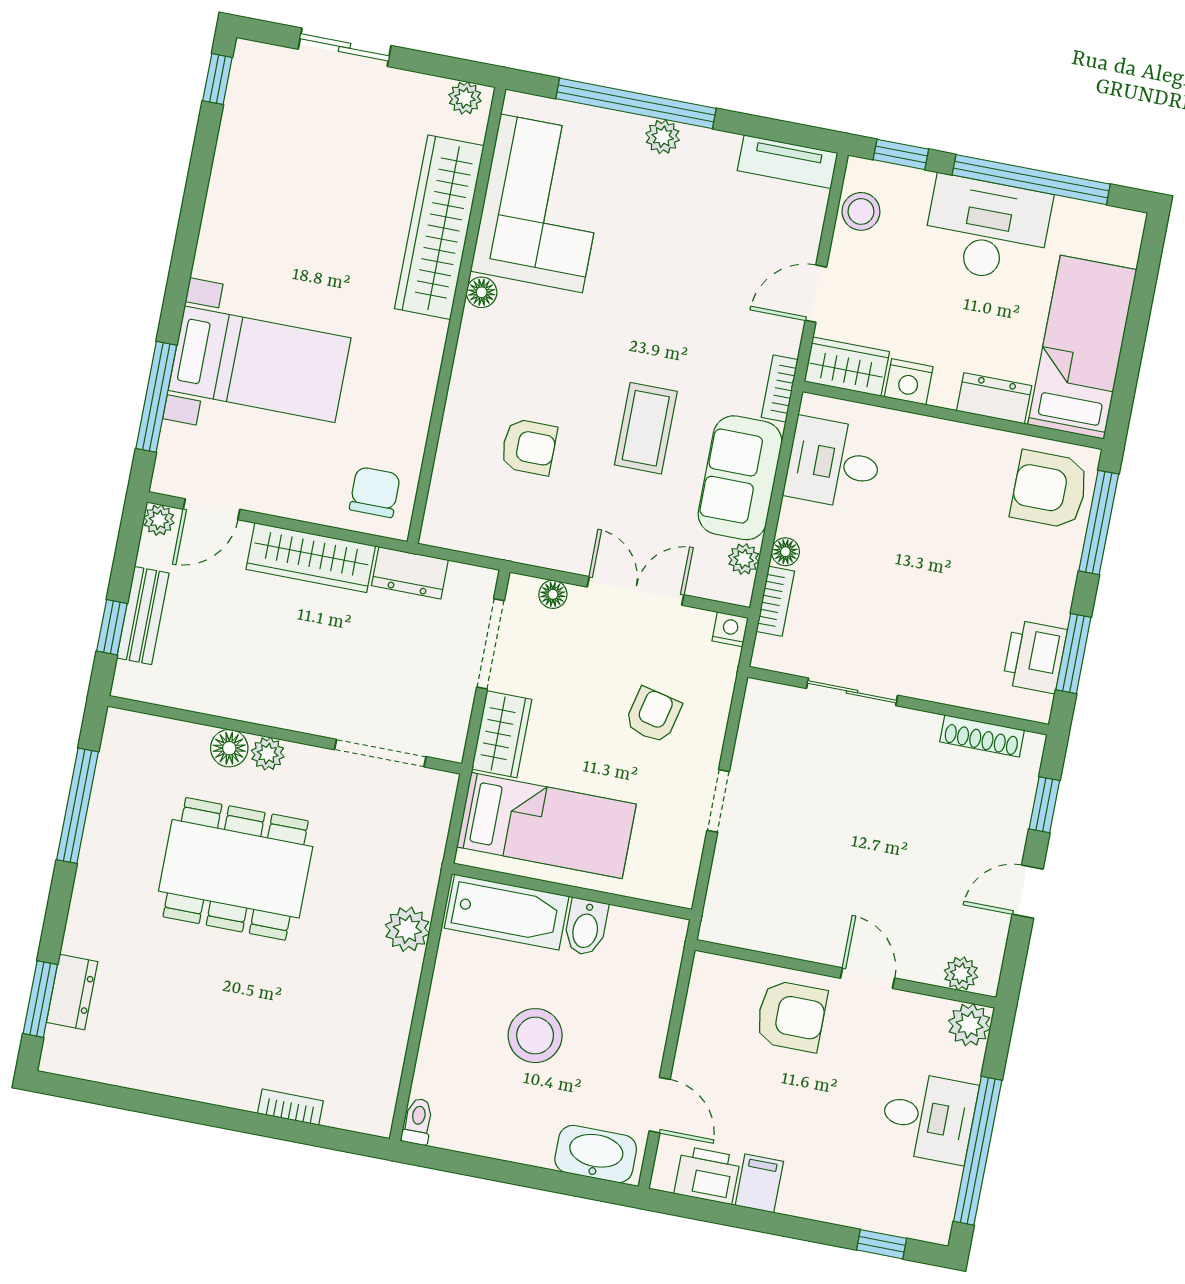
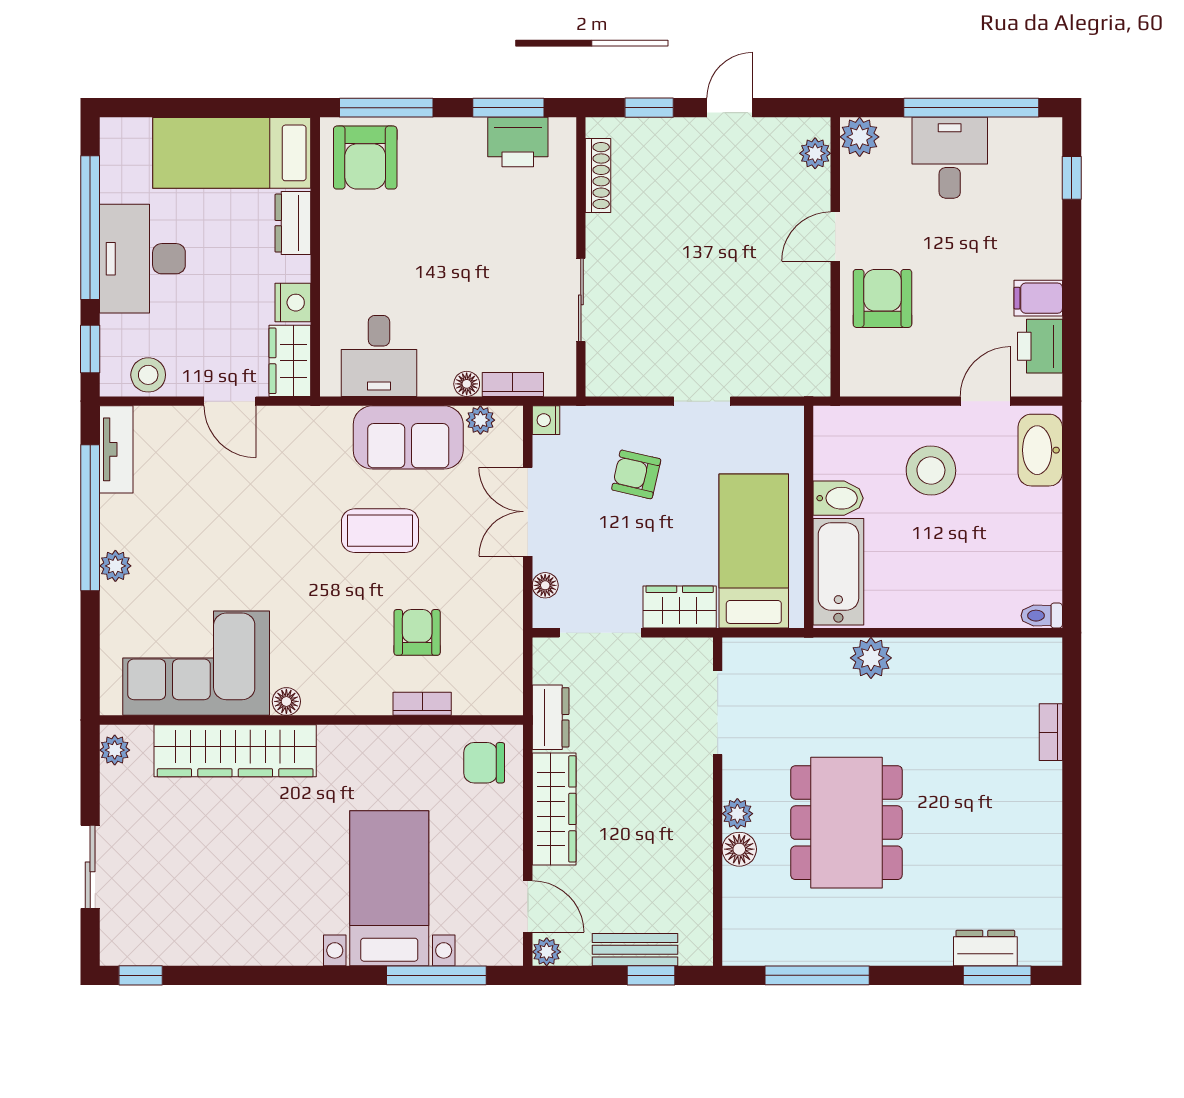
window: (636, 103) -> (90, 518), moved
bookcase: (780, 389) -> (422, 704), moved, turned 180
door: (1028, 892) -> (730, 108), swing flipped
stool: (535, 1036) -> (931, 470), moved

